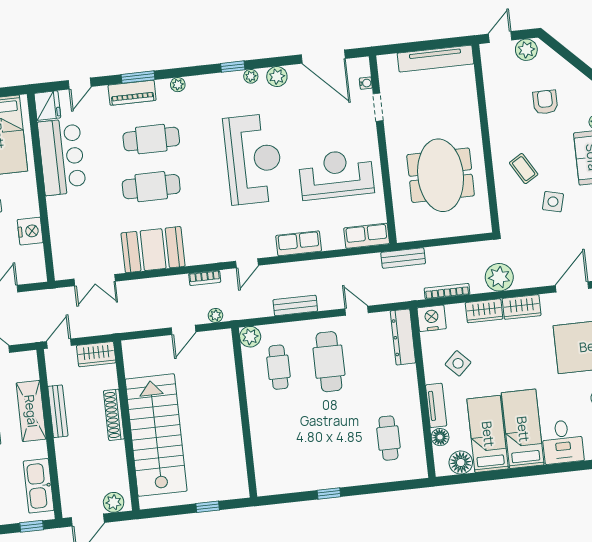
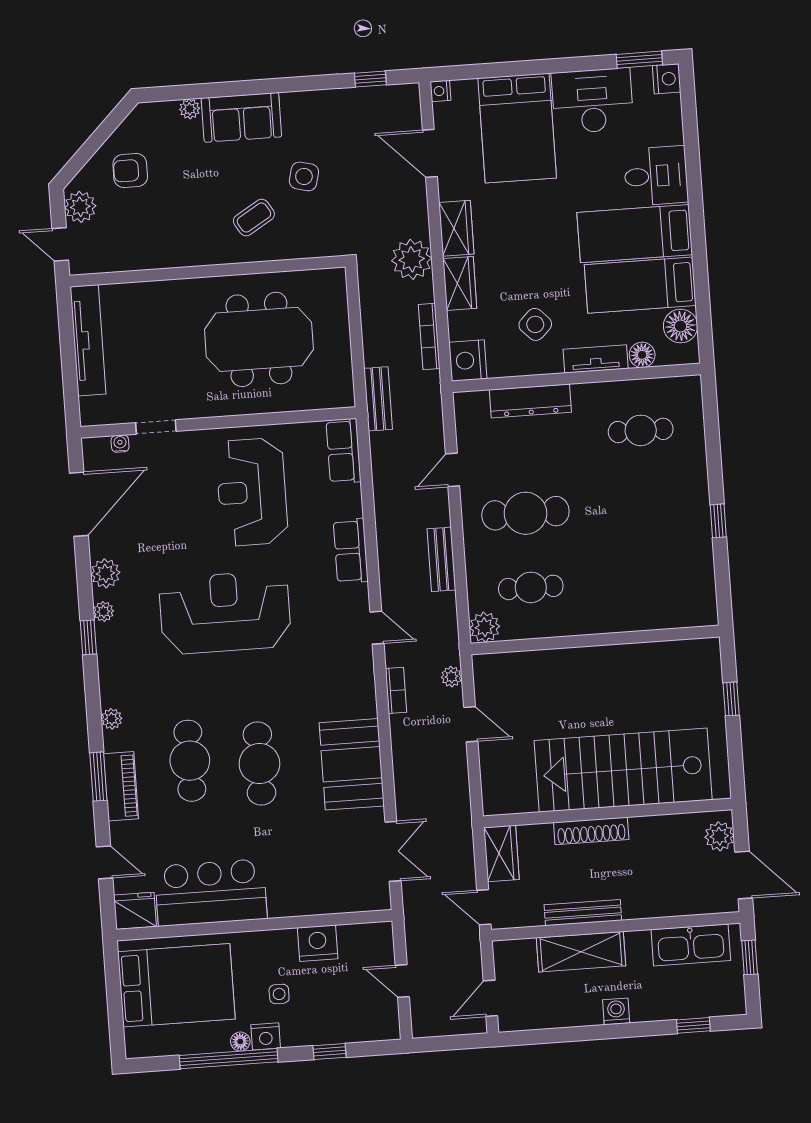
armchair: (545, 102) -> (130, 170), moved
dresser: (403, 337) -> (530, 401), moved

